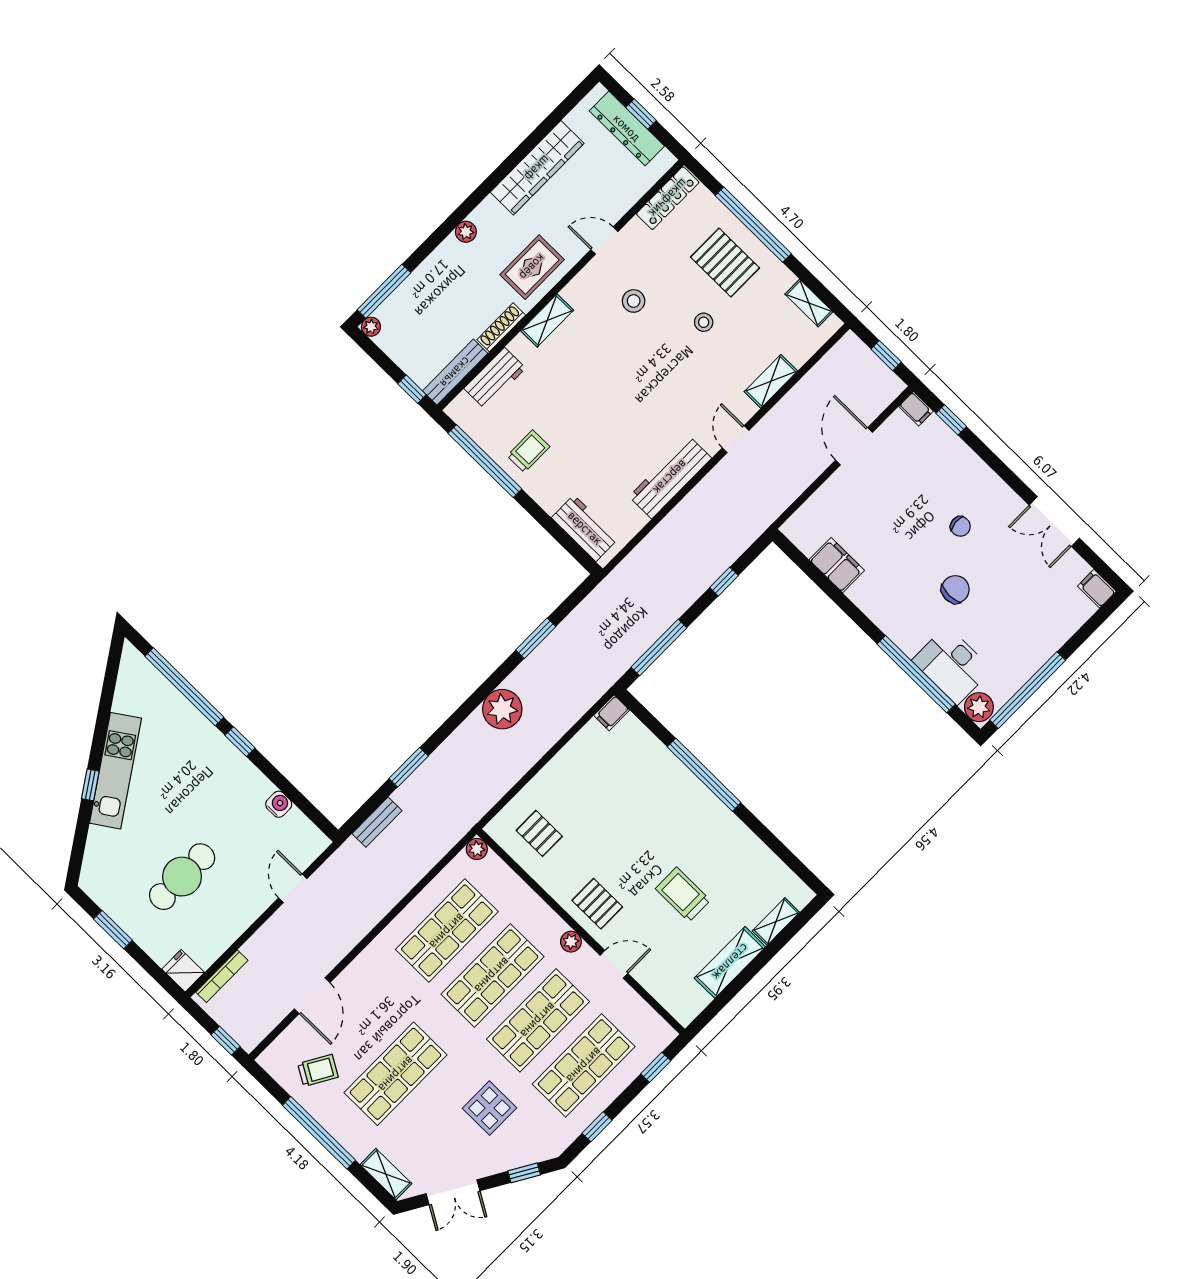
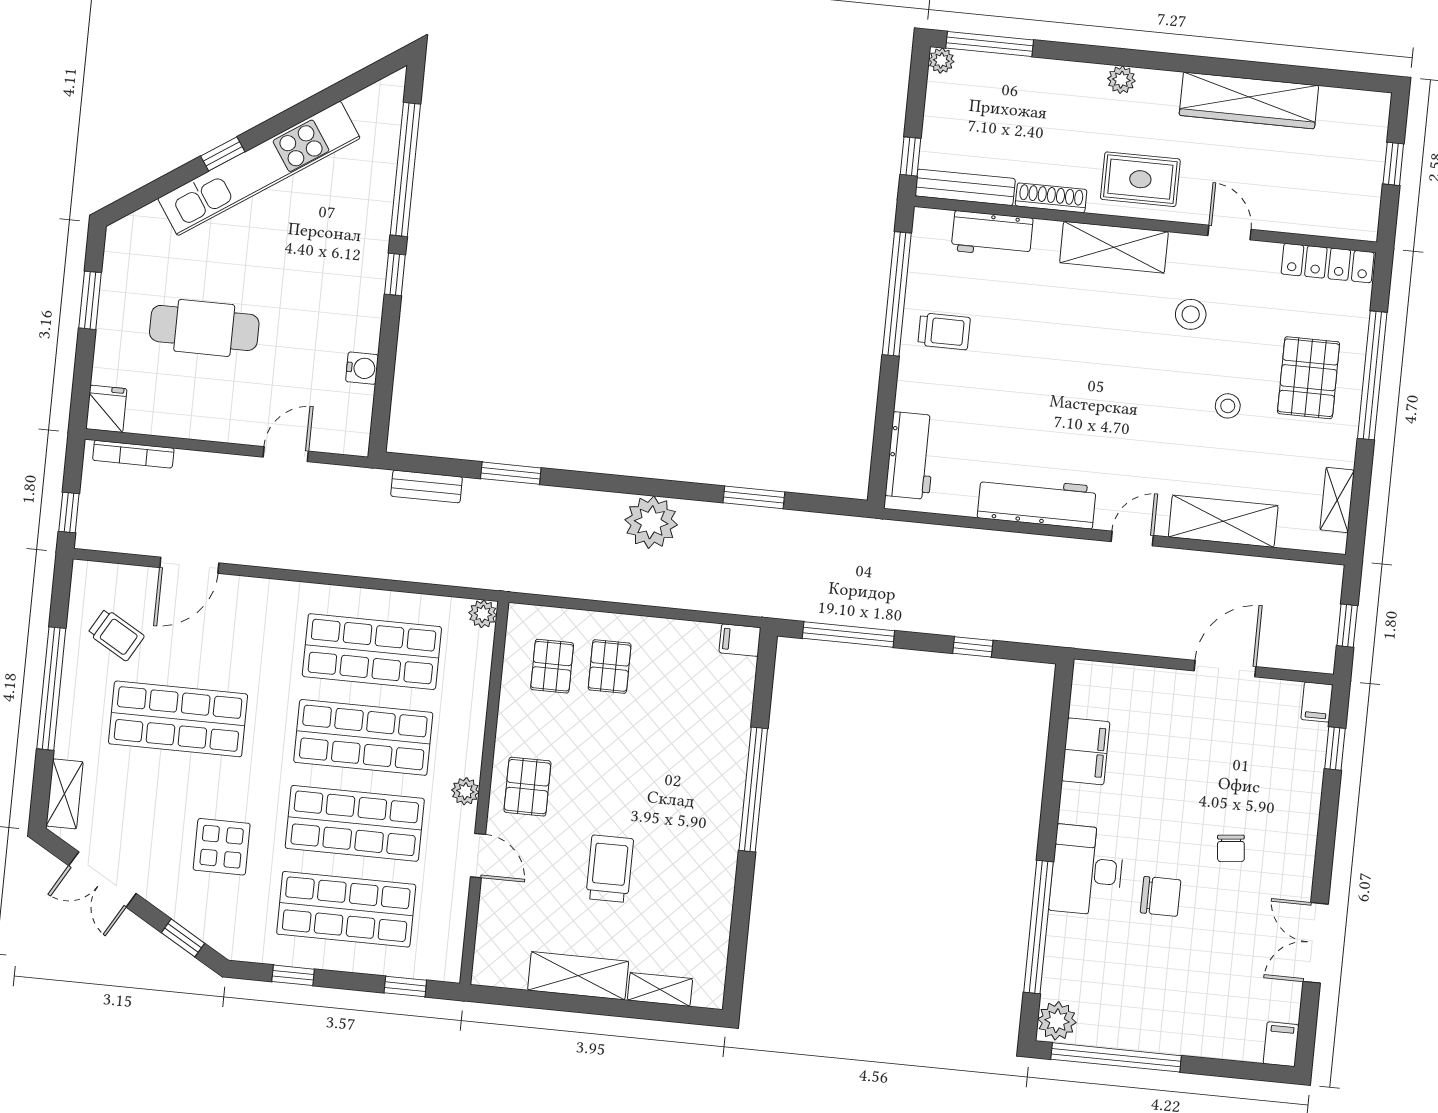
dresser: (627, 128) -> (1366, 161), removed
shelving: (547, 321) -> (1114, 247), width x1.50, depth x1.33
shelving: (771, 381) -> (1223, 521), width x1.50, depth x1.33
desk: (952, 665) -> (1087, 870), moved
kitchen unit: (115, 771) -> (259, 168), width x1.36
pallet: (566, 800) -> (610, 667), added

